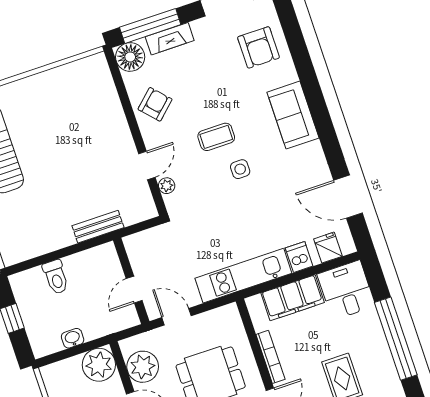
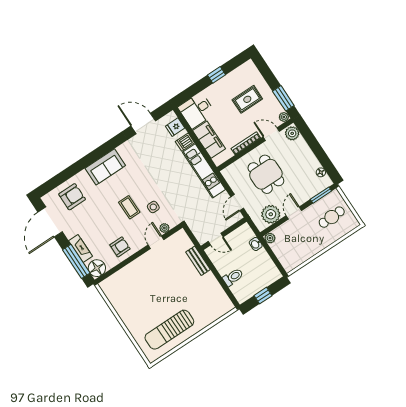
armchair: (155, 104) -> (120, 247), turned 133
door: (147, 165) -> (156, 242), hinge flipped
side table: (240, 169) -> (153, 207), moved
door: (348, 197) -> (143, 123), swing flipped
door: (134, 290) -> (216, 239), moved
washbasin: (73, 338) -> (256, 244), moved
window: (396, 339) -> (217, 75), width x0.32
plant: (99, 365) -> (270, 238), width x0.53, depth x0.53

